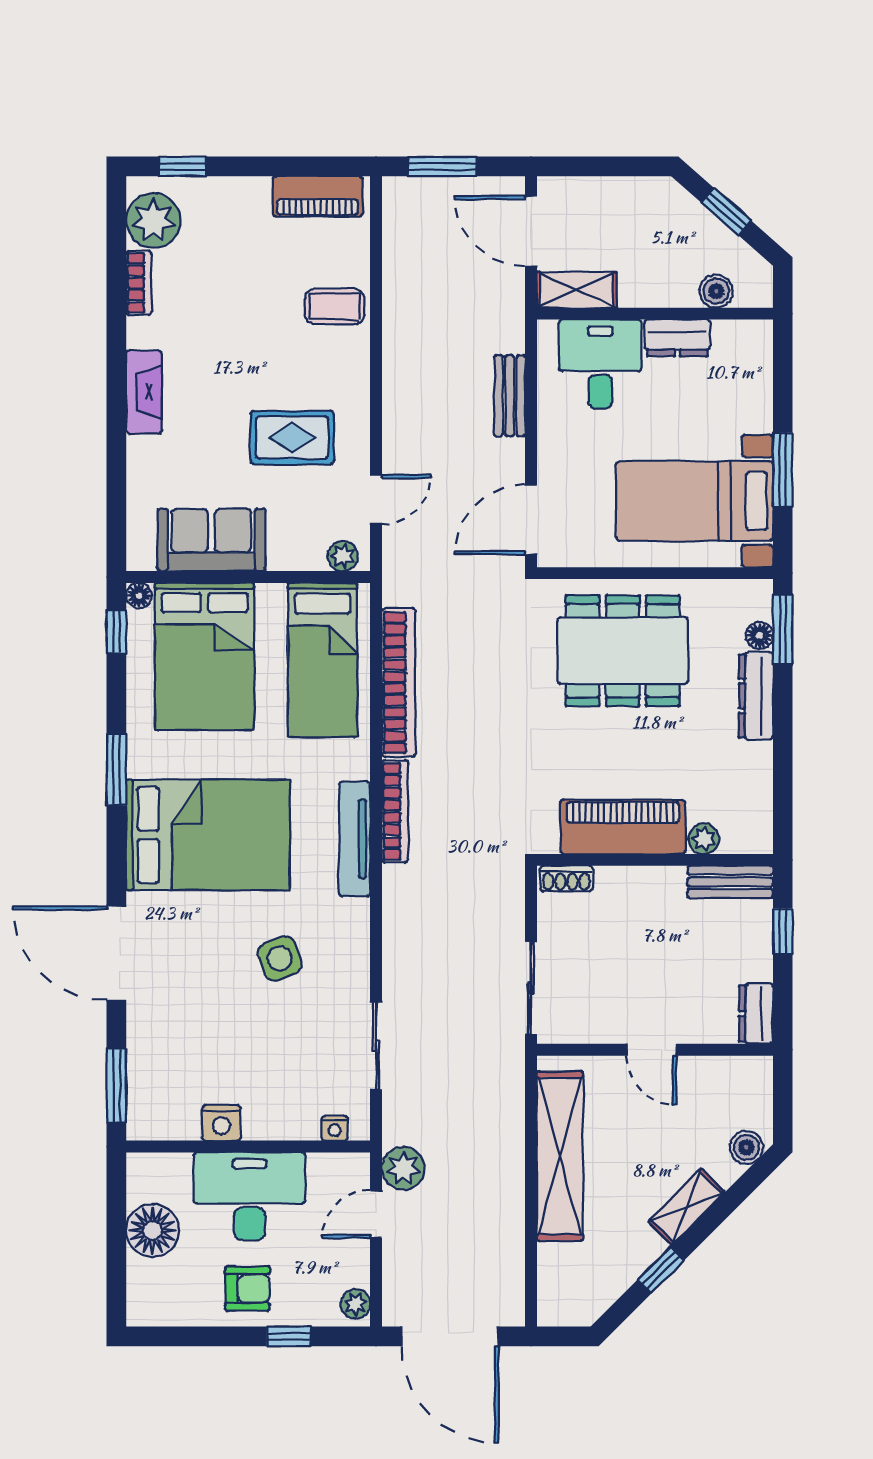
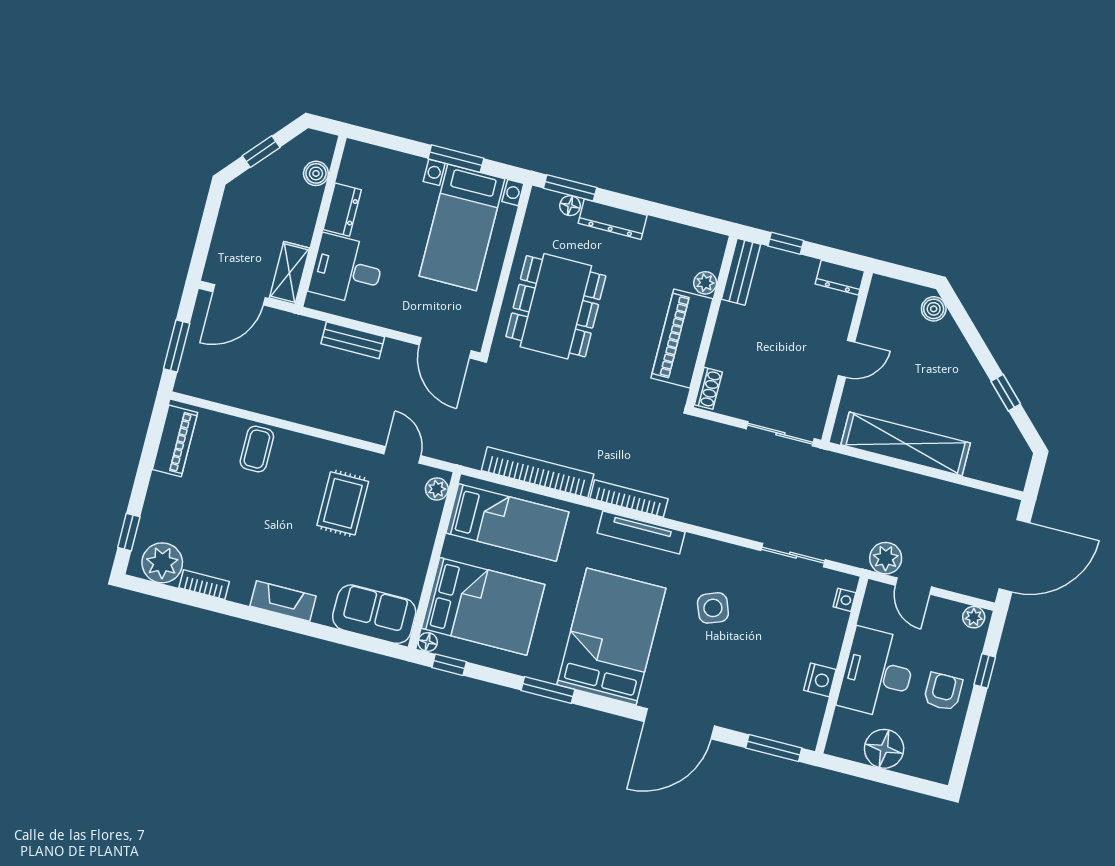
sofa: (211, 540) -> (374, 614), moved, turned 90
shelving: (687, 1207) -> (965, 363), removed

